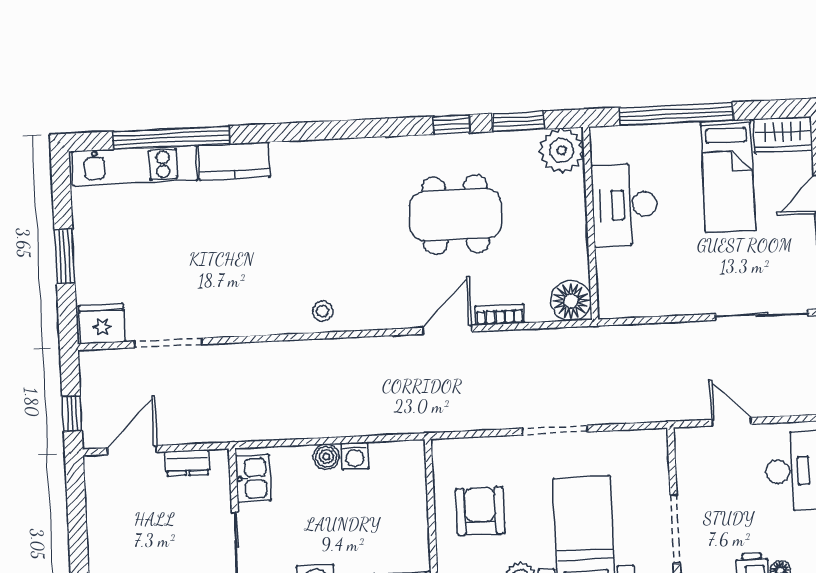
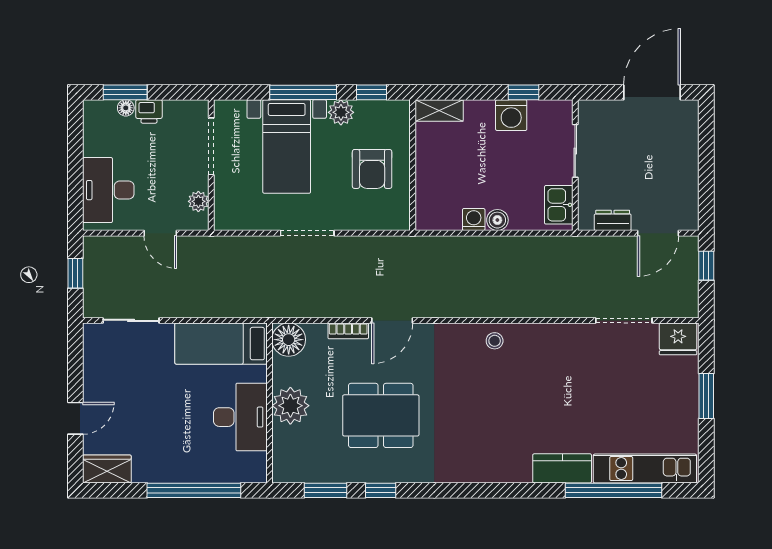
plant: (562, 151) -> (290, 406), moved
bed: (728, 176) -> (221, 344), moved, turned -90
sliding door: (762, 315) -> (131, 320), width x0.73
plant: (687, 462) -> (198, 201), added

